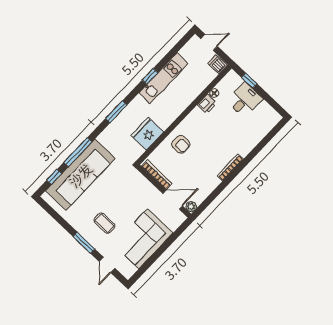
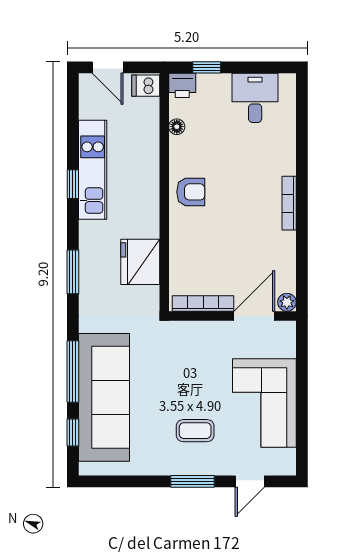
door: (209, 42) -> (108, 67), swing flipped
desk: (245, 100) -> (255, 98), moved
printer: (207, 104) -> (182, 85), moved, turned 90
armchair: (181, 144) -> (191, 192), moved
door: (107, 265) -> (250, 481), hinge flipped

